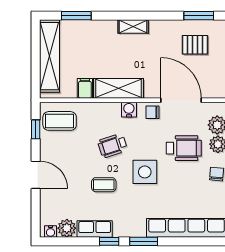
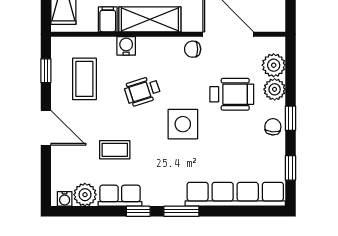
water cooler: (129, 110) -> (126, 46), moved
coffee table: (60, 121) -> (84, 79), moved, turned 90
coffee table: (104, 185) -> (115, 150), moved

